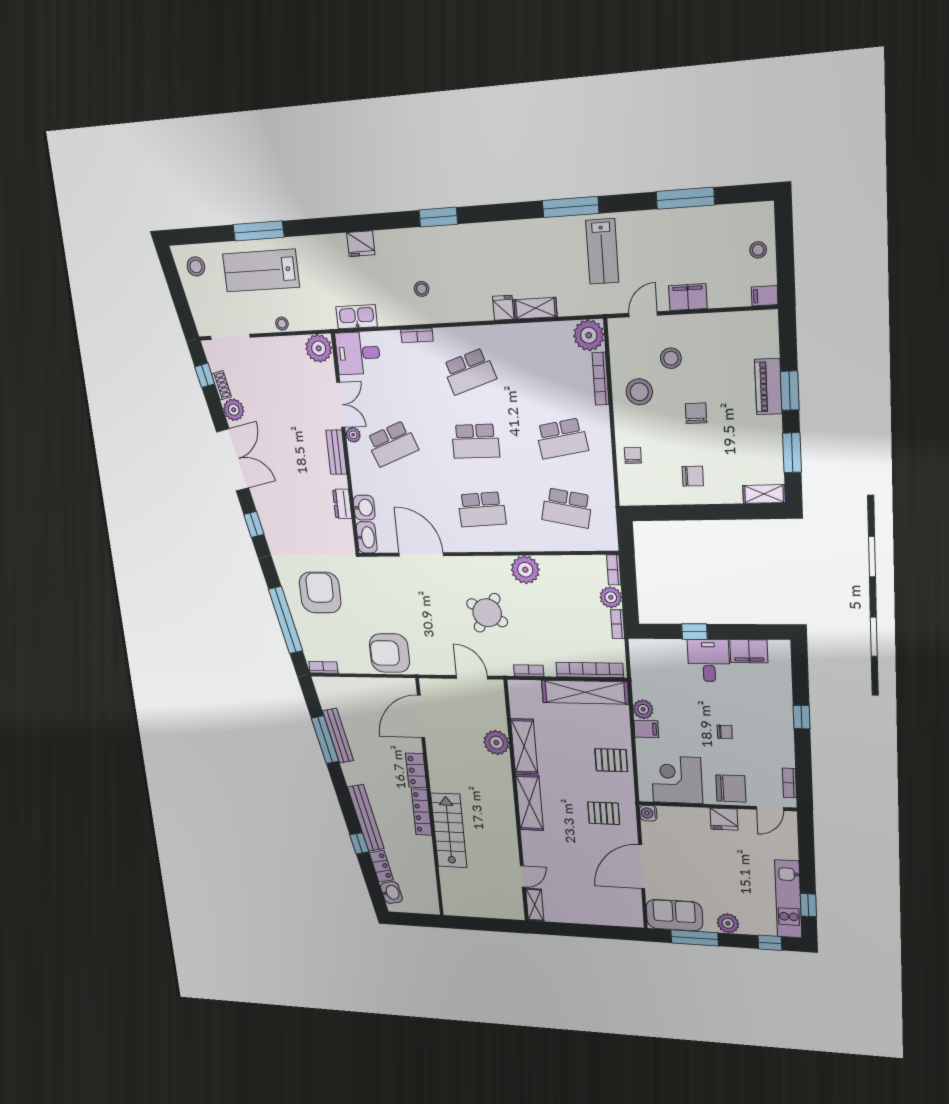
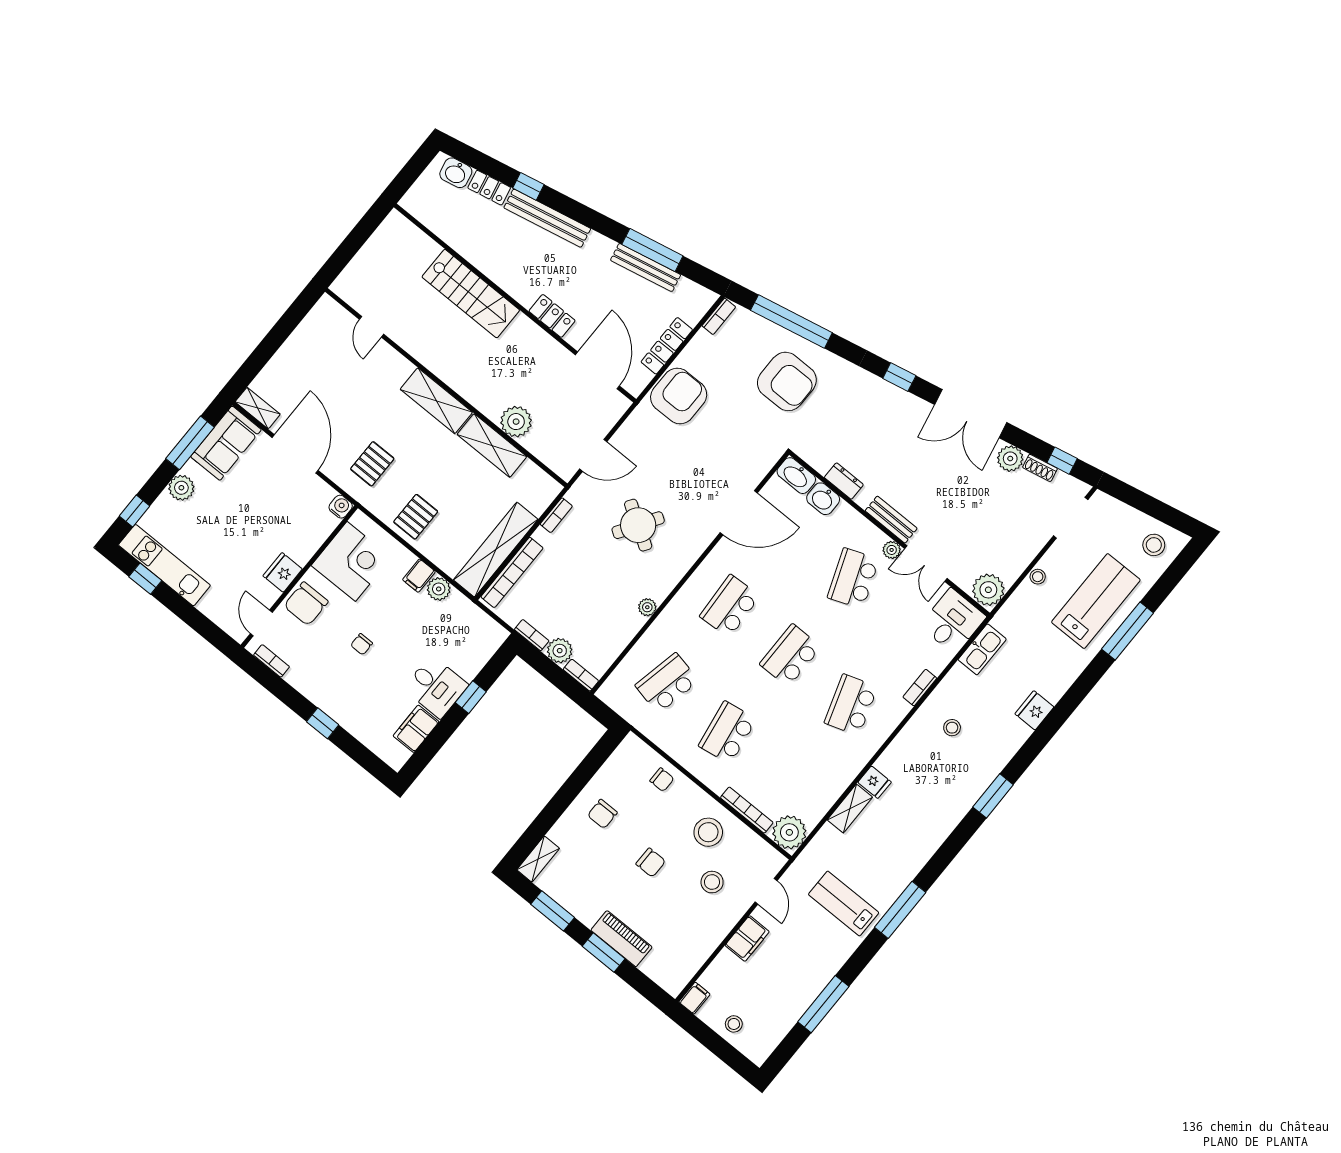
plant: (525, 570) -> (647, 607), width x0.53, depth x0.53
locker: (422, 812) -> (667, 346), moved, turned -90
shelving: (535, 905) -> (258, 408), moved

